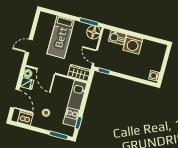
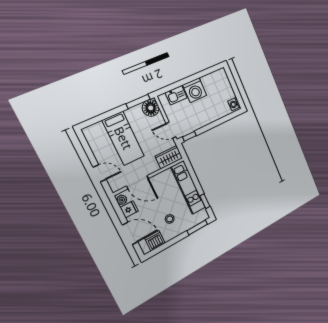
door: (29, 46) -> (100, 173), swing flipped

